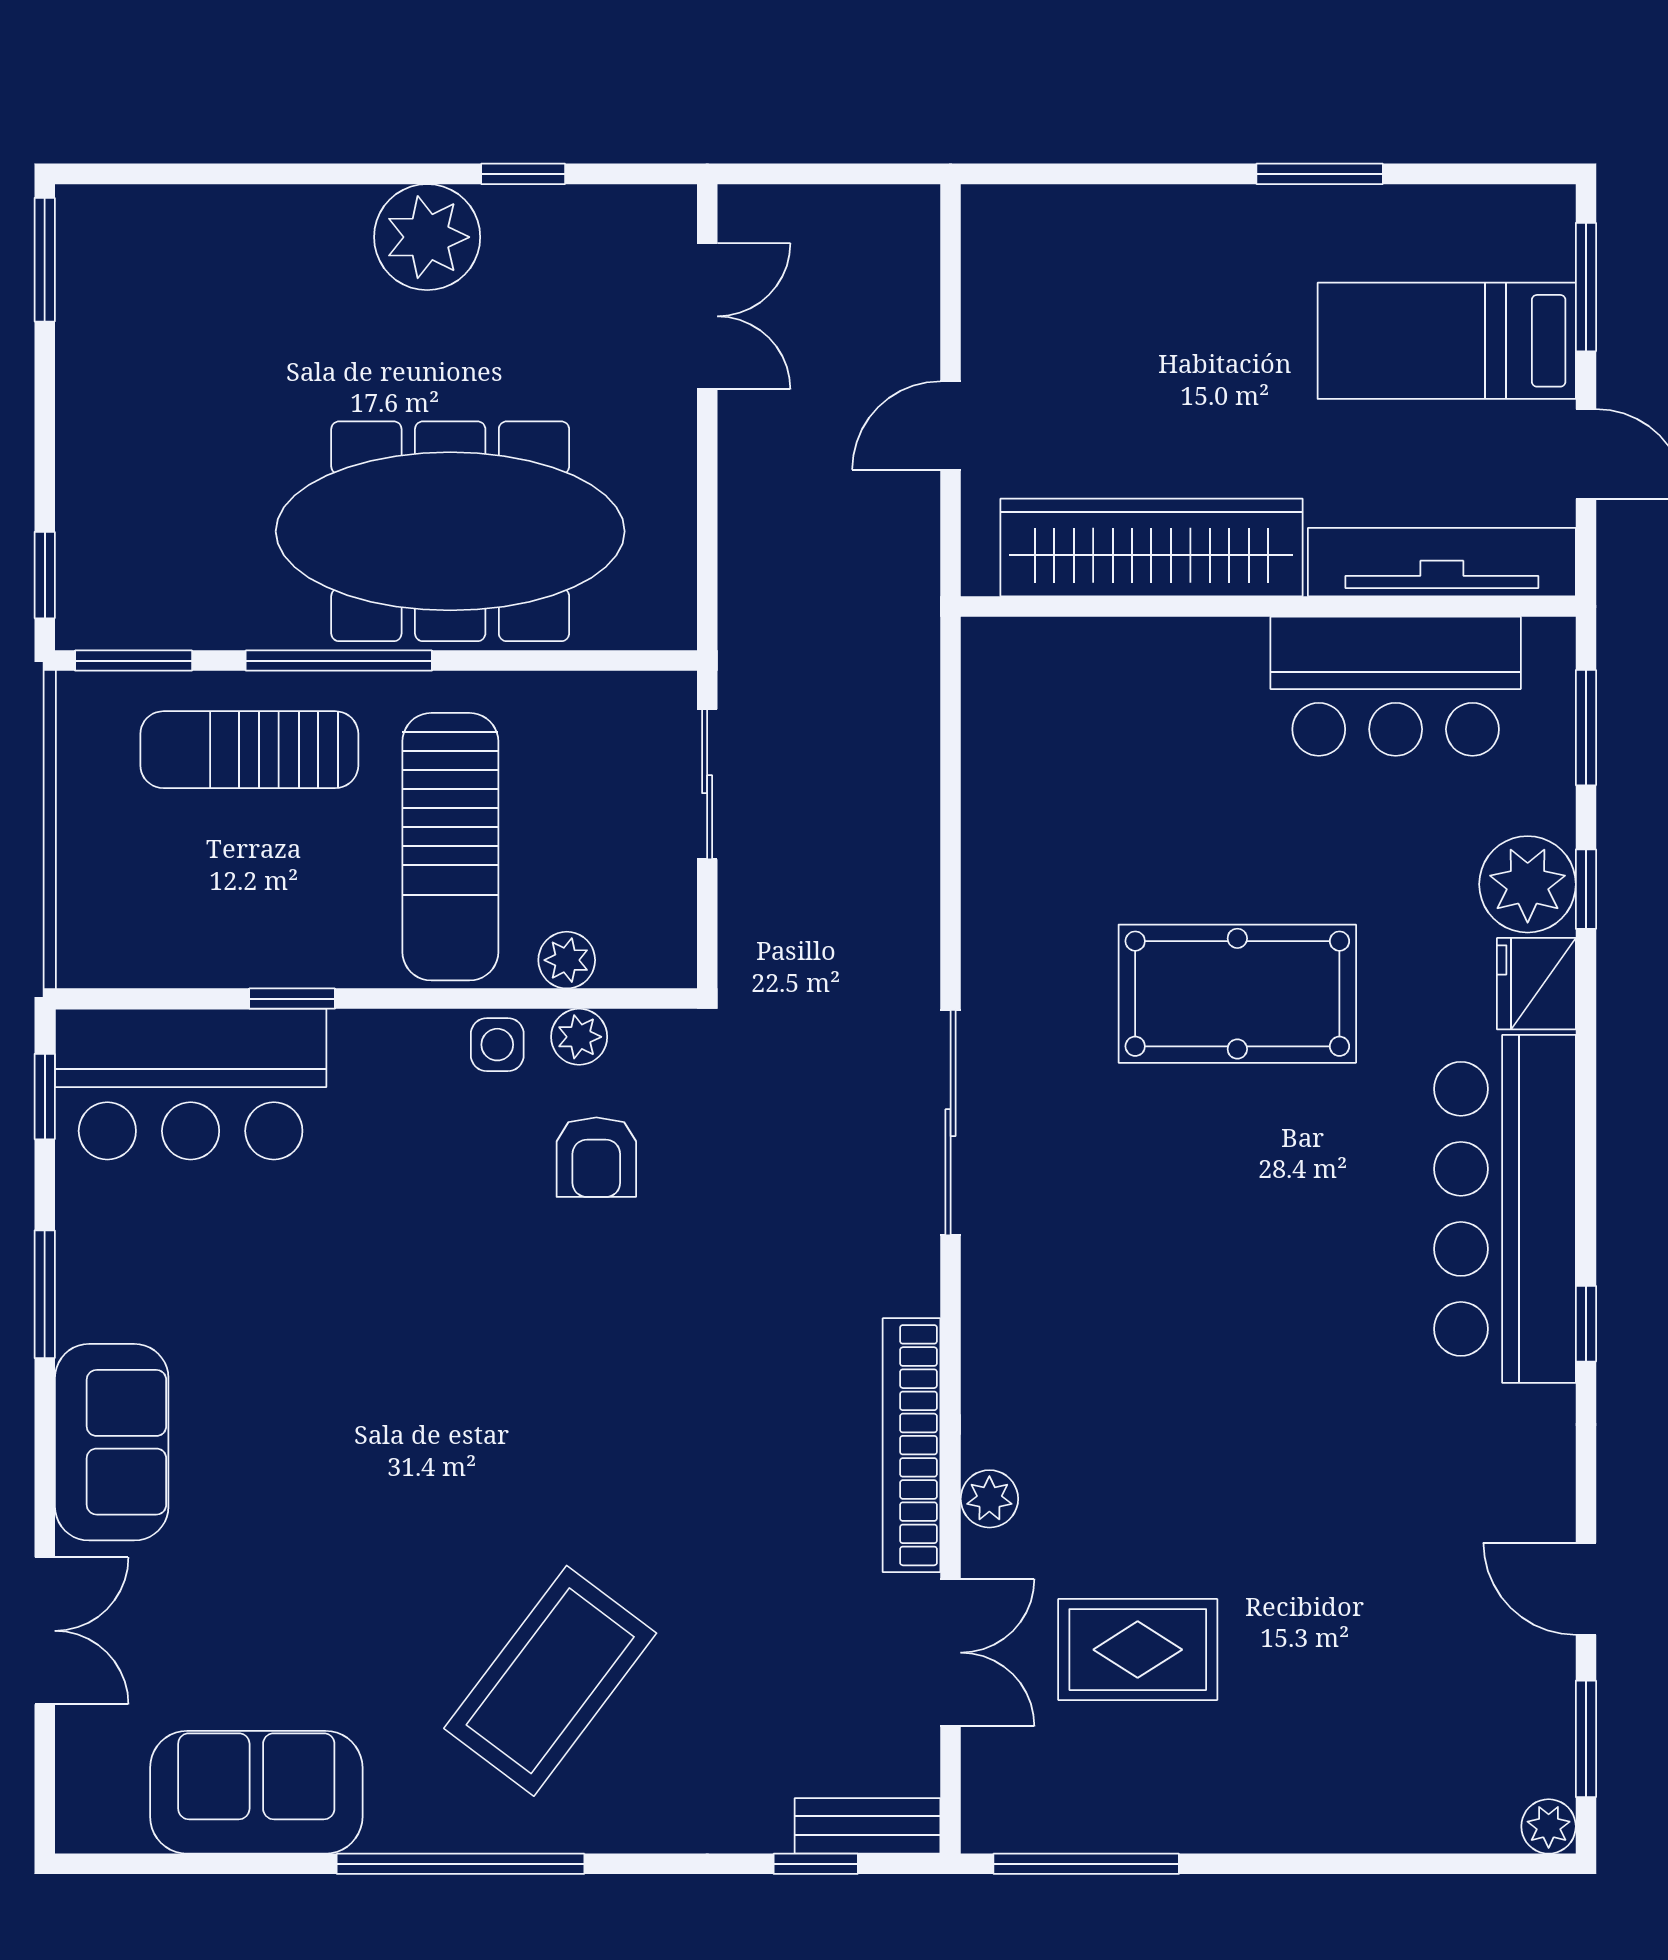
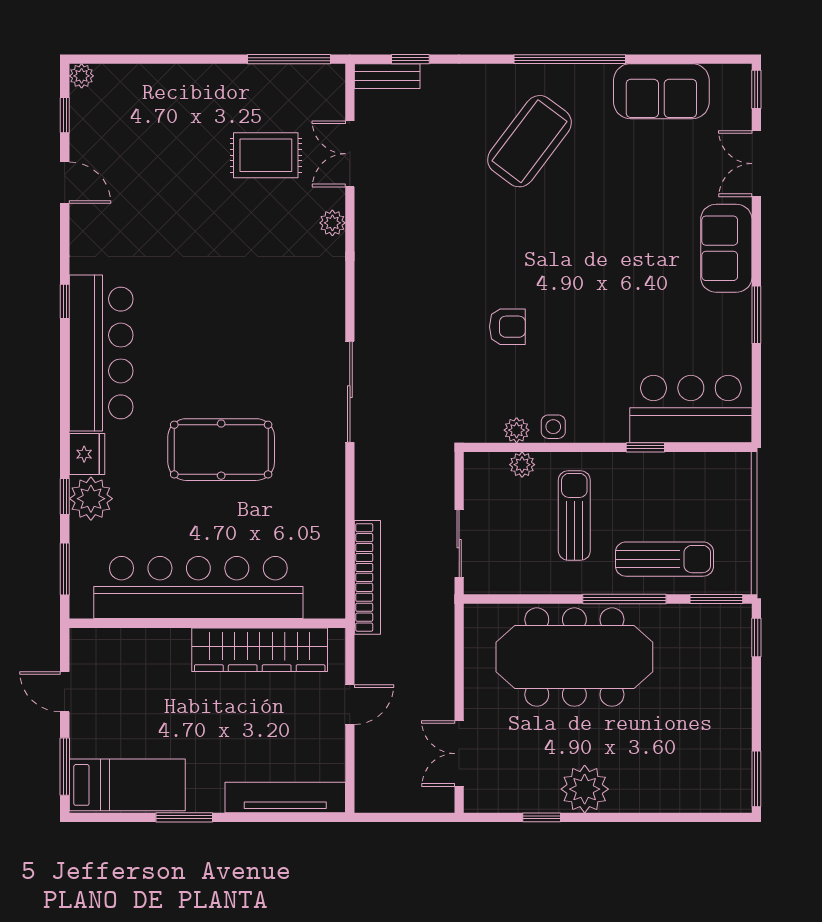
bed: (1447, 341) -> (127, 785), moved
tv unit: (1442, 562) -> (285, 797), moved, turned 180
bar counter: (1396, 686) -> (198, 588), width x1.86
sun lounger: (450, 847) -> (574, 515), width x0.73, depth x0.75
window: (45, 1097) -> (756, 89), moved
armchair: (596, 1157) -> (507, 327), moved, turned 90
bookcase: (912, 1445) -> (367, 577), moved
window: (1586, 1739) -> (65, 115), width x0.67

